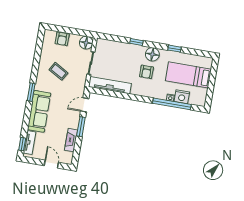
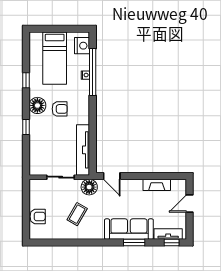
floor lamp: (86, 43) -> (89, 187), moved
window: (31, 92) -> (134, 243), moved
nightstand: (182, 97) -> (82, 46), moved
window: (81, 127) -> (139, 176), removed

